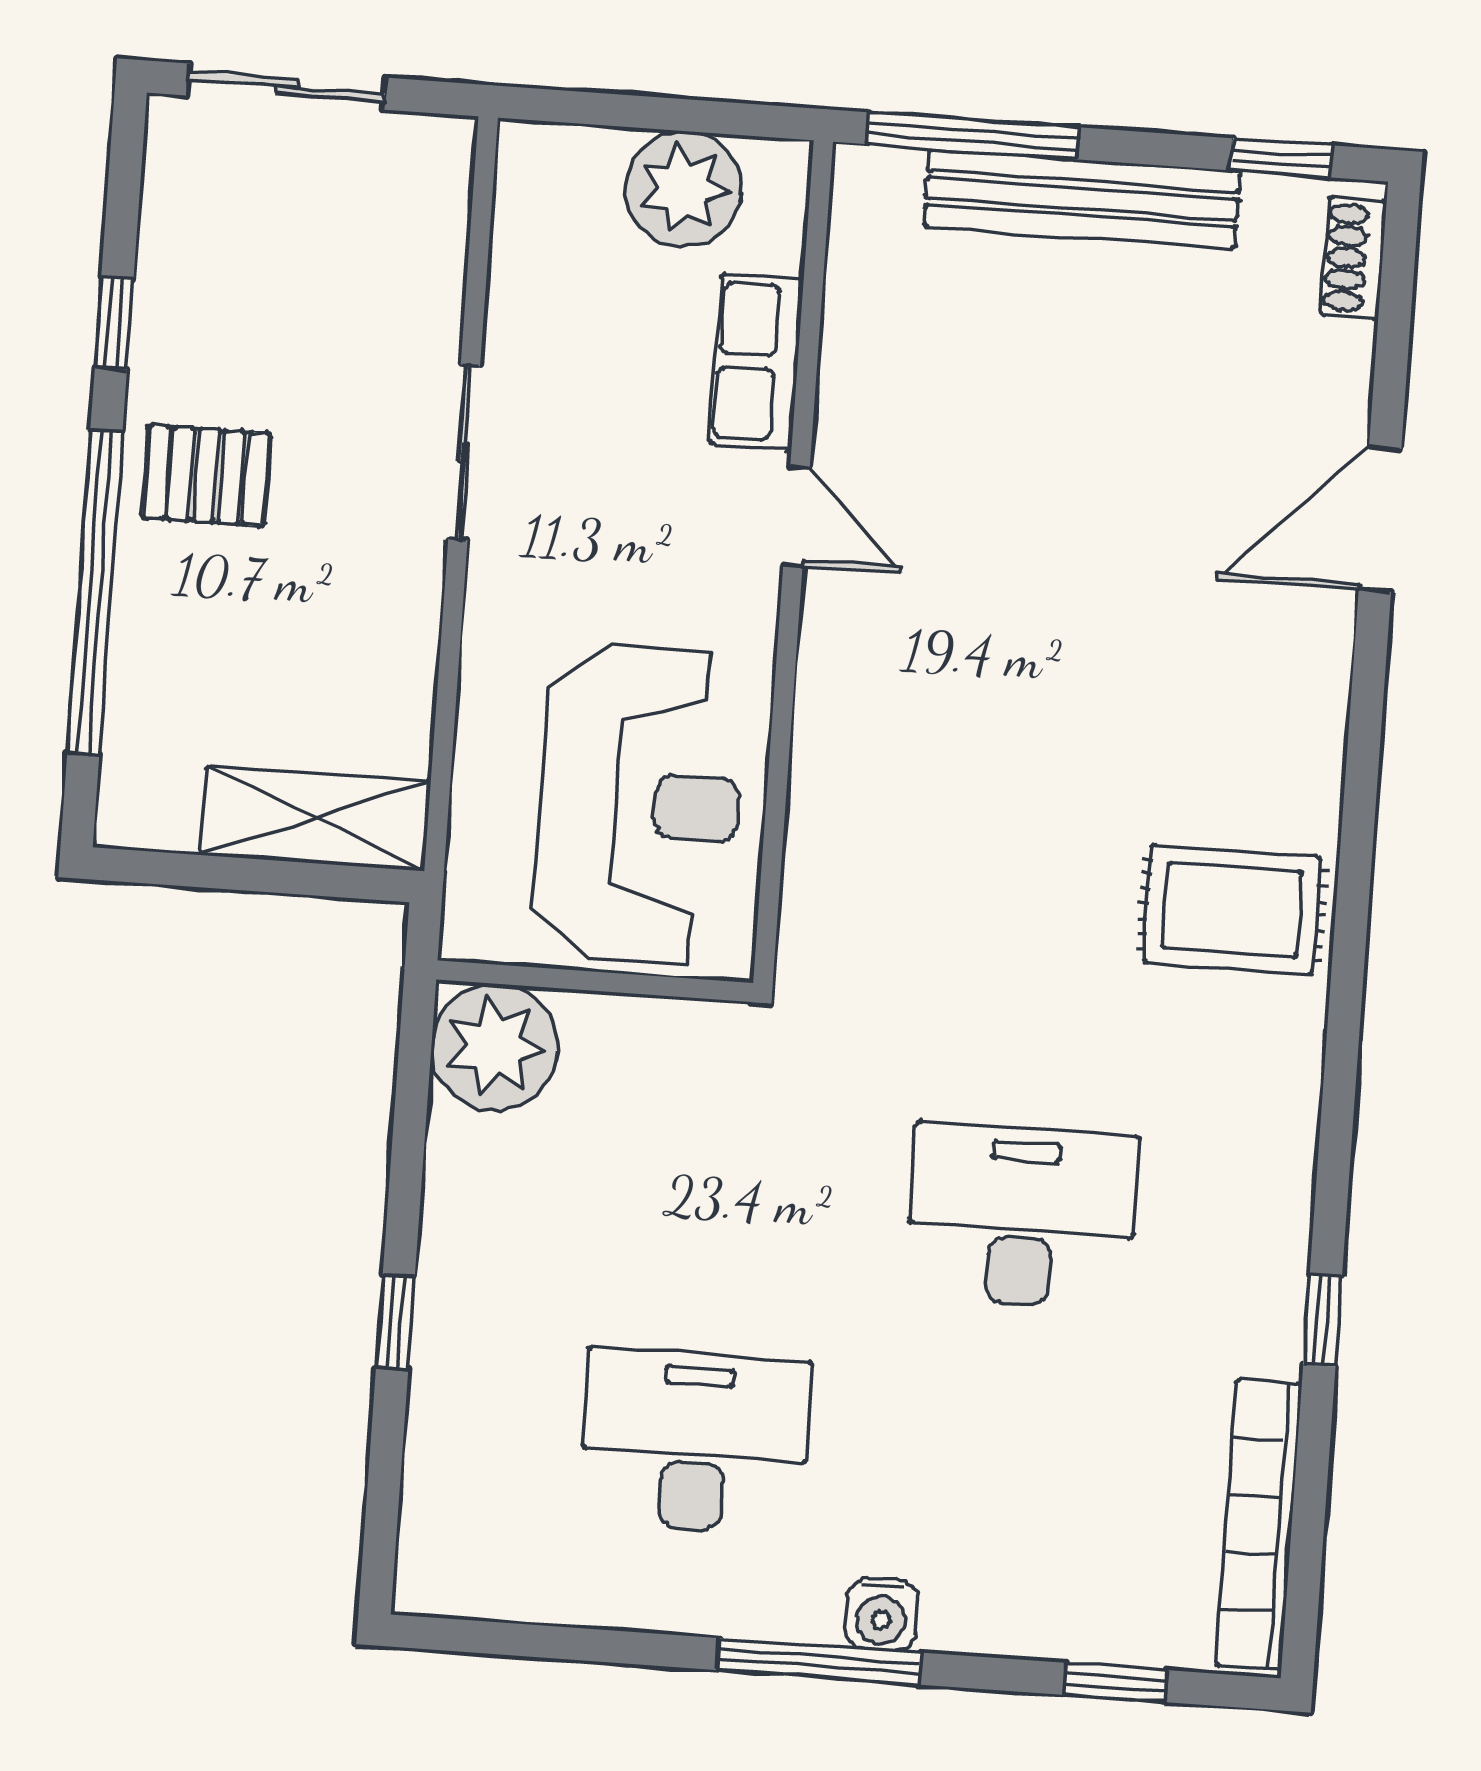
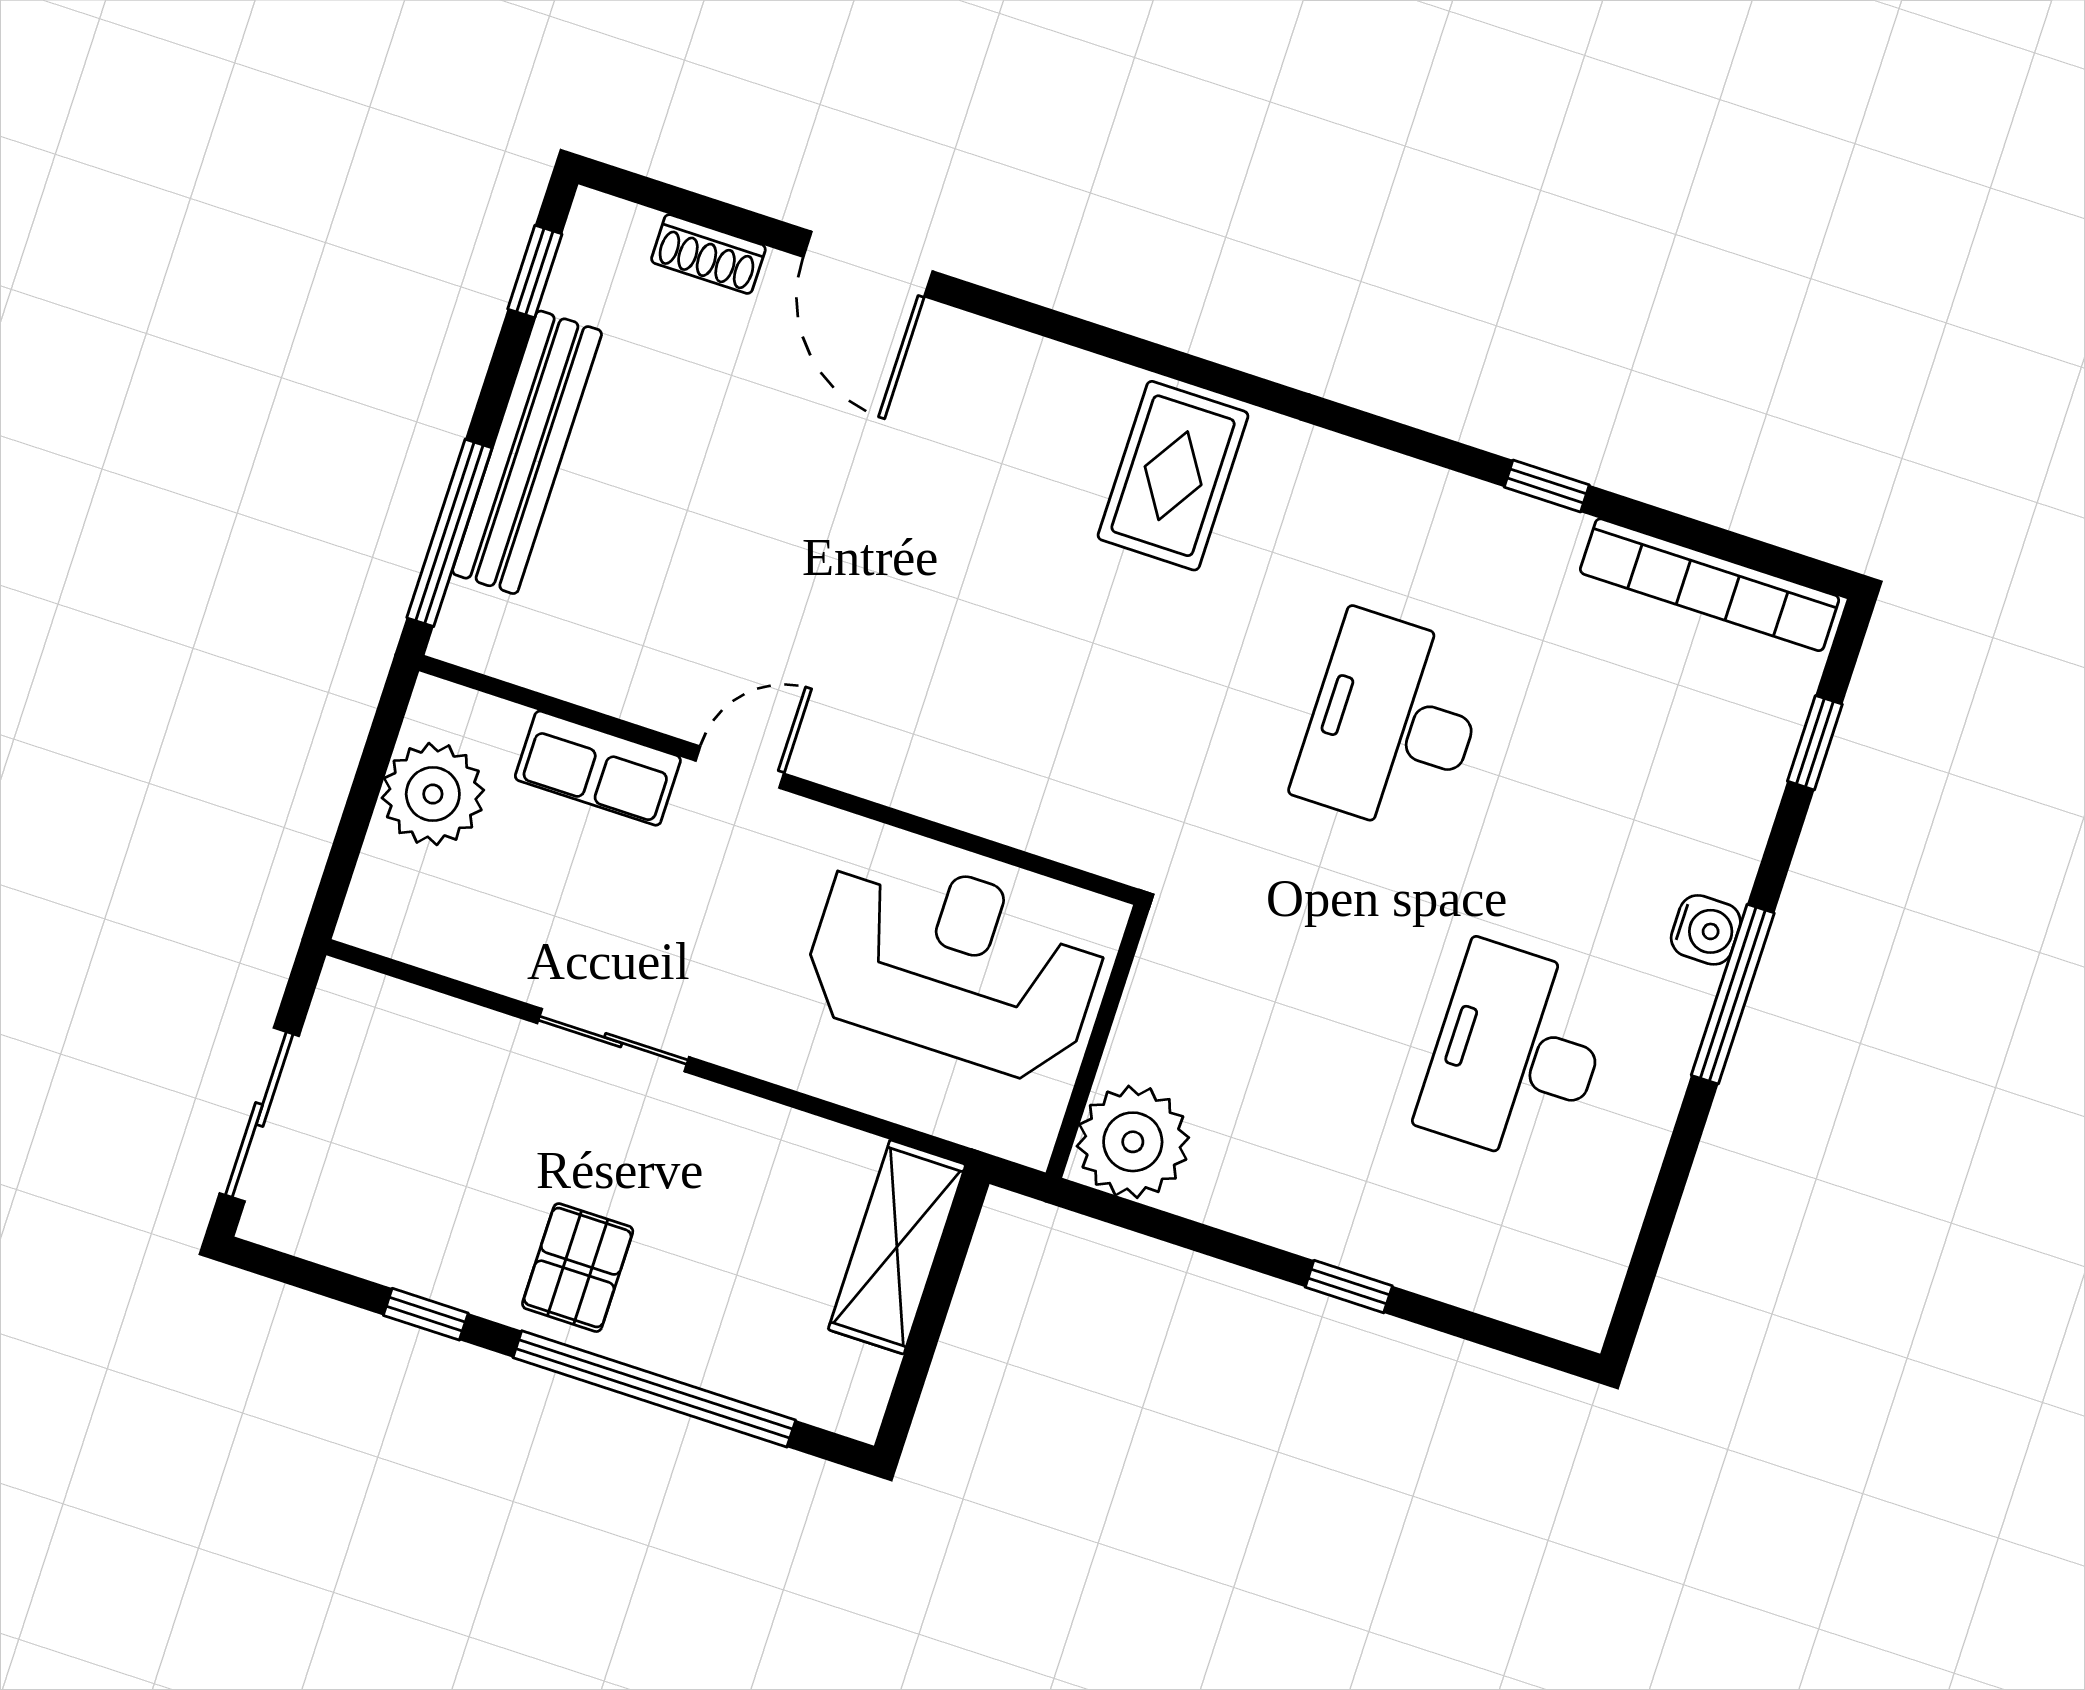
shoe rack: (1354, 258) -> (708, 254), moved

